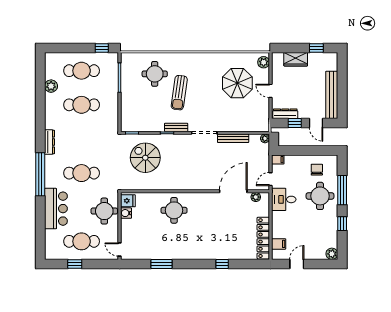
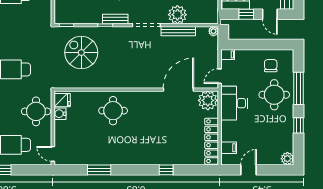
plant: (232, 123) -> (177, 15), added
plant: (256, 197) -> (208, 100), width x1.88, depth x1.88
desk: (284, 199) -> (234, 103), width x1.37

